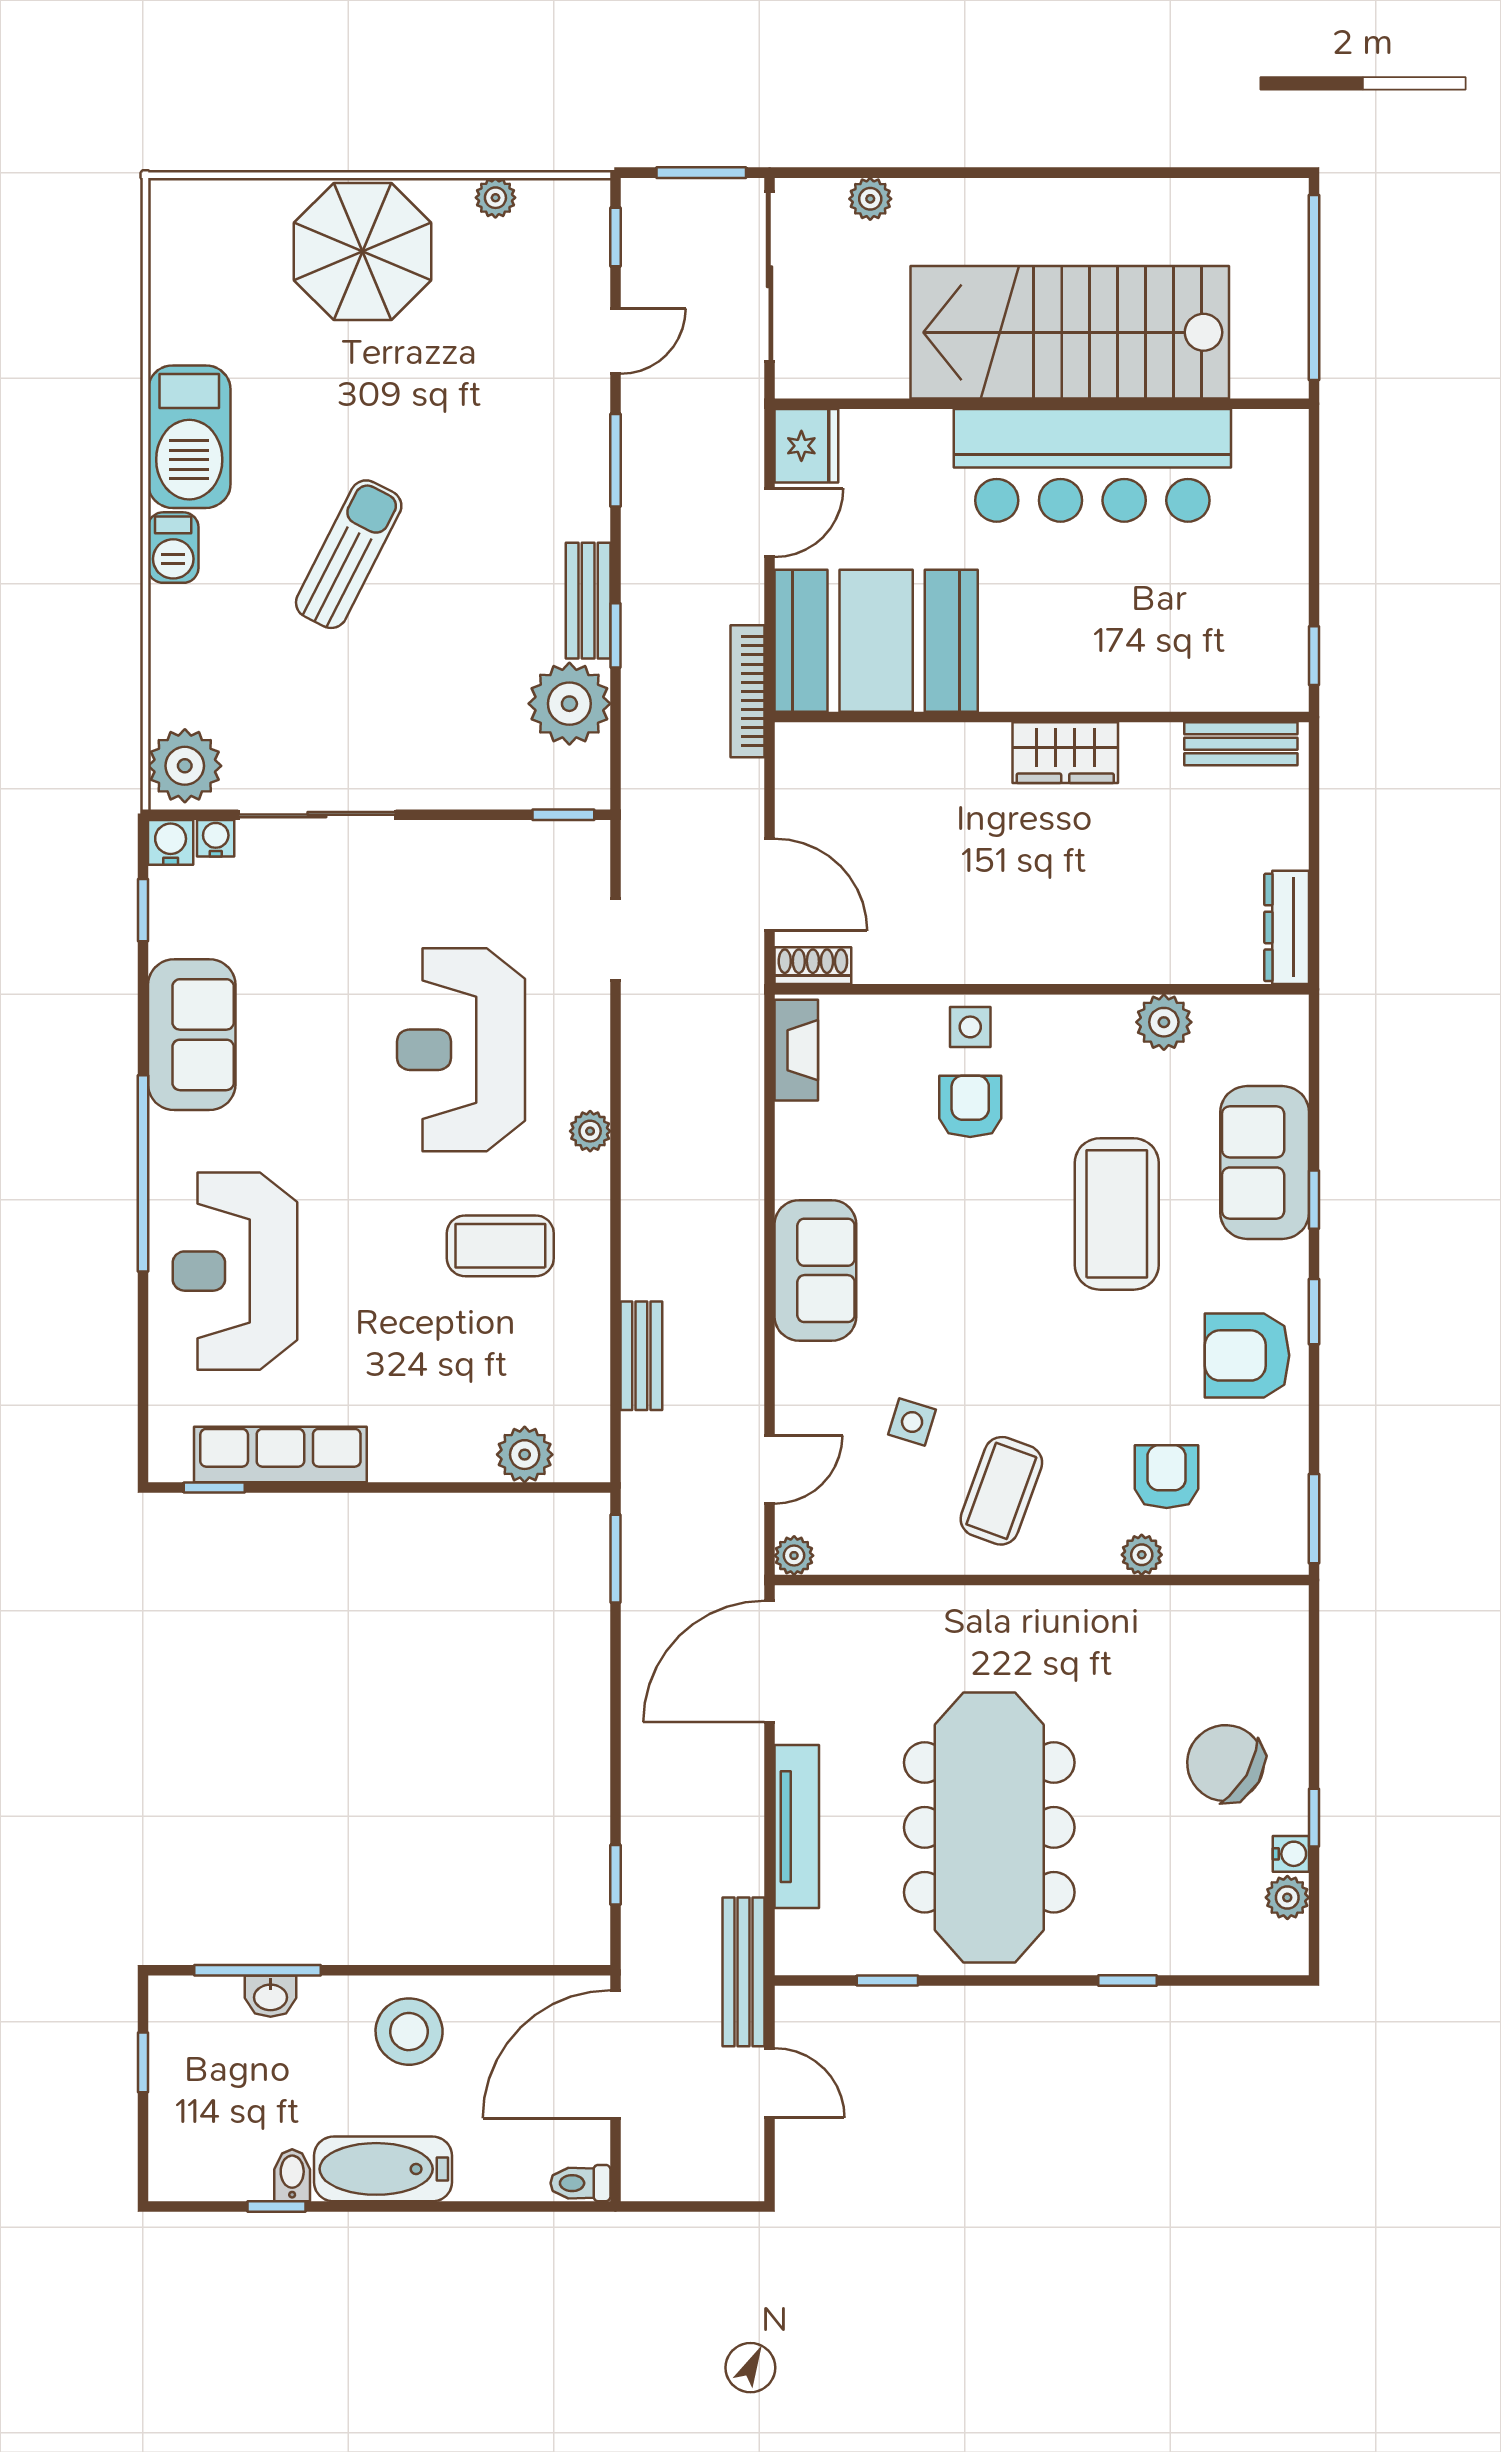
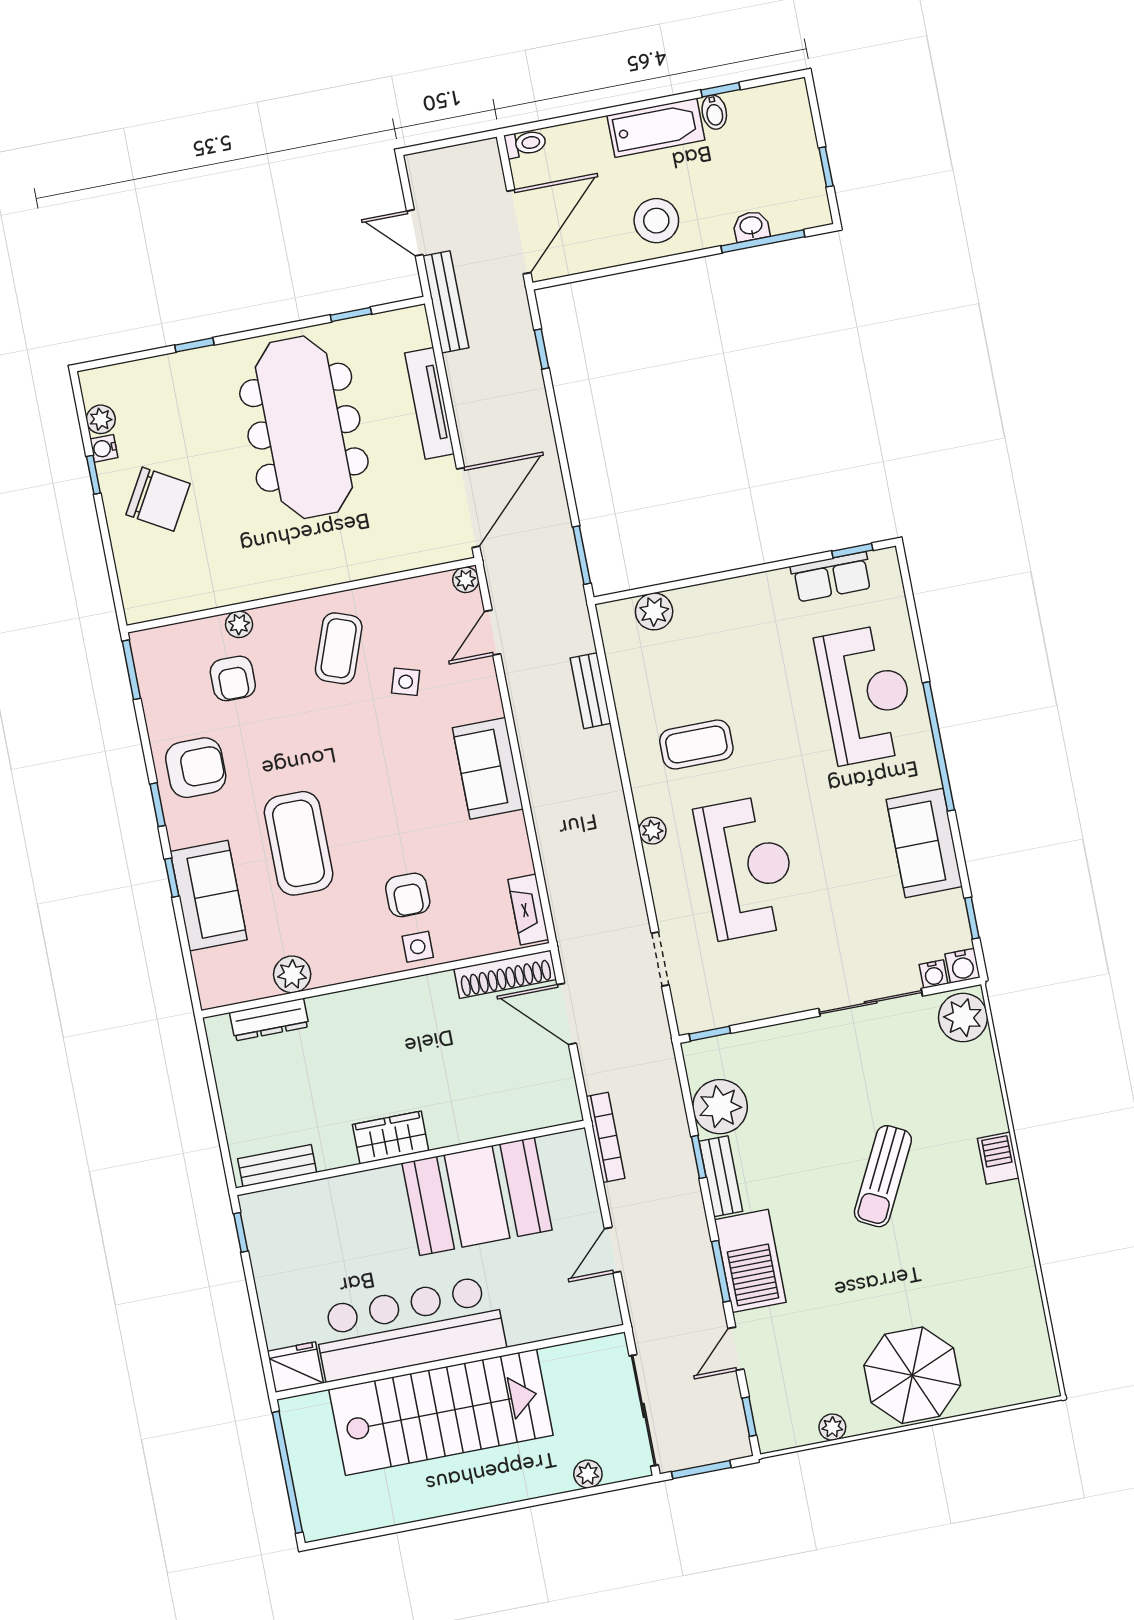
barbecue: (189, 437) -> (750, 1261), moved, turned 180
fridge: (806, 446) -> (295, 1367), moved, turned 90
booth: (876, 641) -> (477, 1196), moved
dresser: (1287, 927) -> (269, 1020), moved, turned 90
shoe rack: (813, 966) -> (505, 974), width x1.94, depth x1.24
row of seats: (280, 1455) -> (831, 577), width x0.68

